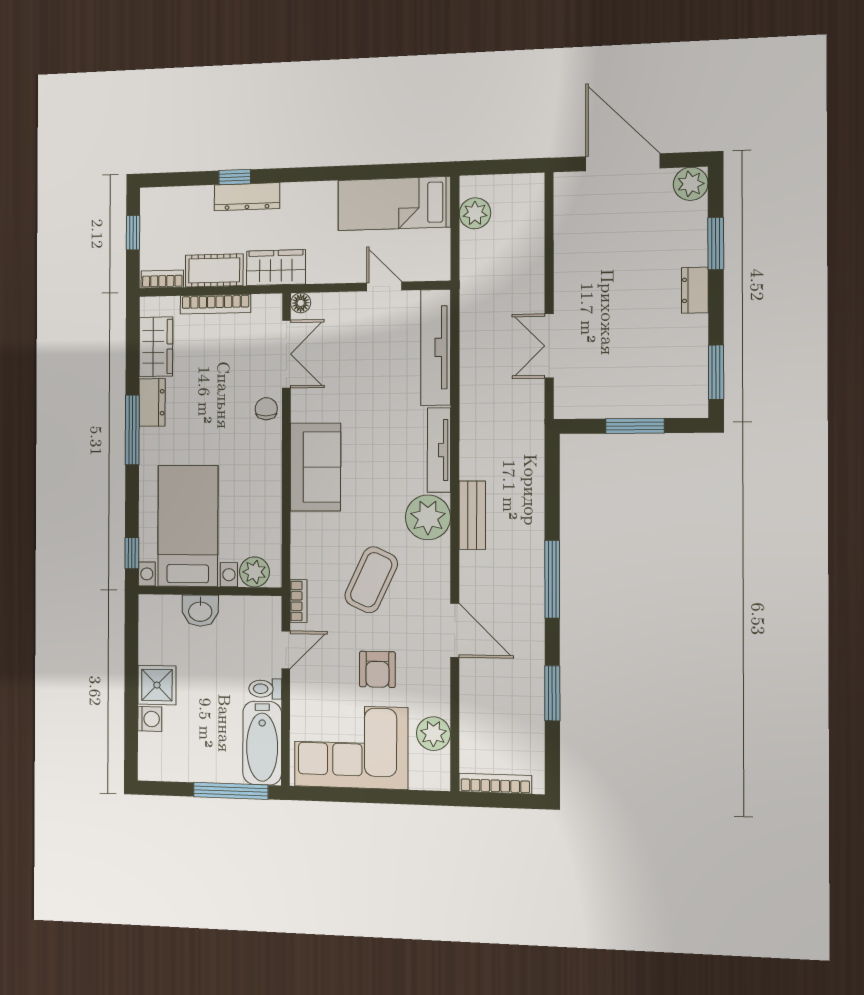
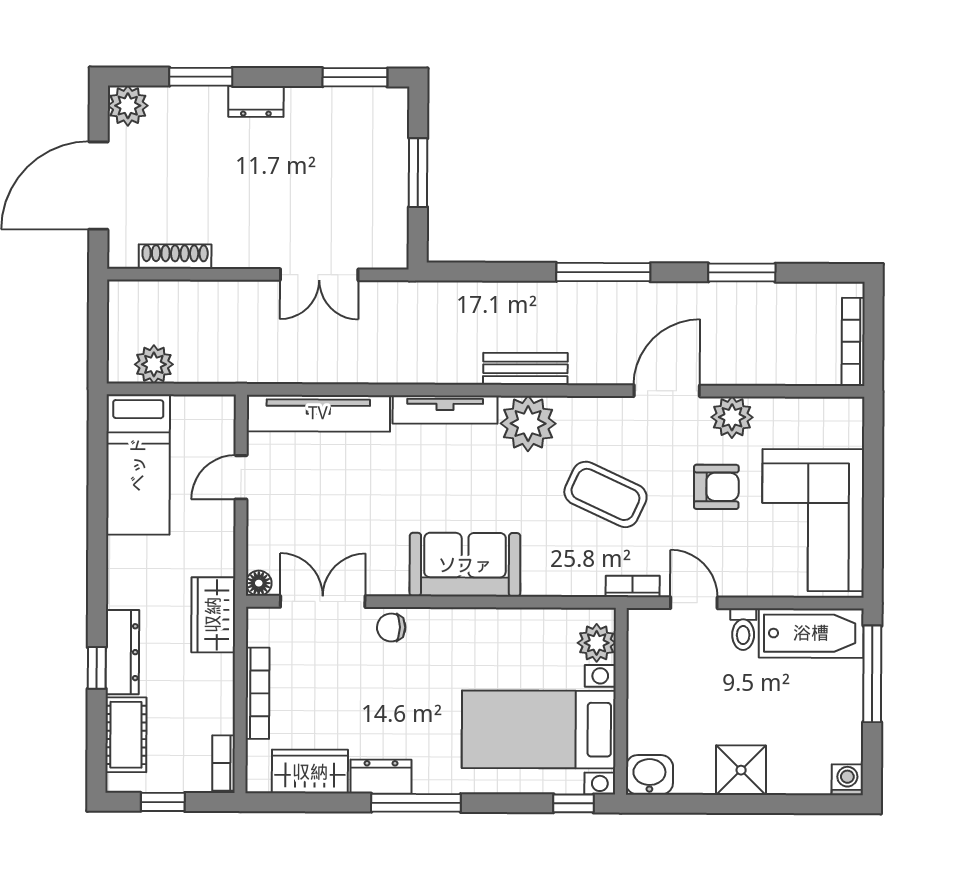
shoe rack: (564, 227) -> (175, 256), added
cot: (214, 270) -> (126, 735), moved
washbasin: (200, 611) -> (649, 775), moved, turned -90
washing machine: (150, 719) -> (847, 780), moved
plant: (433, 734) -> (732, 417), moved

